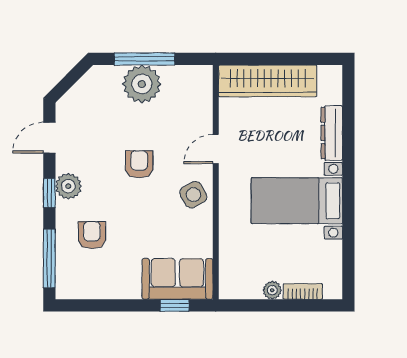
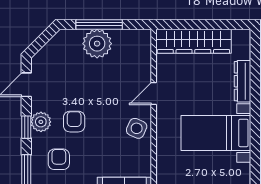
armchair: (139, 164) -> (74, 122), moved
side table: (193, 195) -> (137, 128), turned -37

